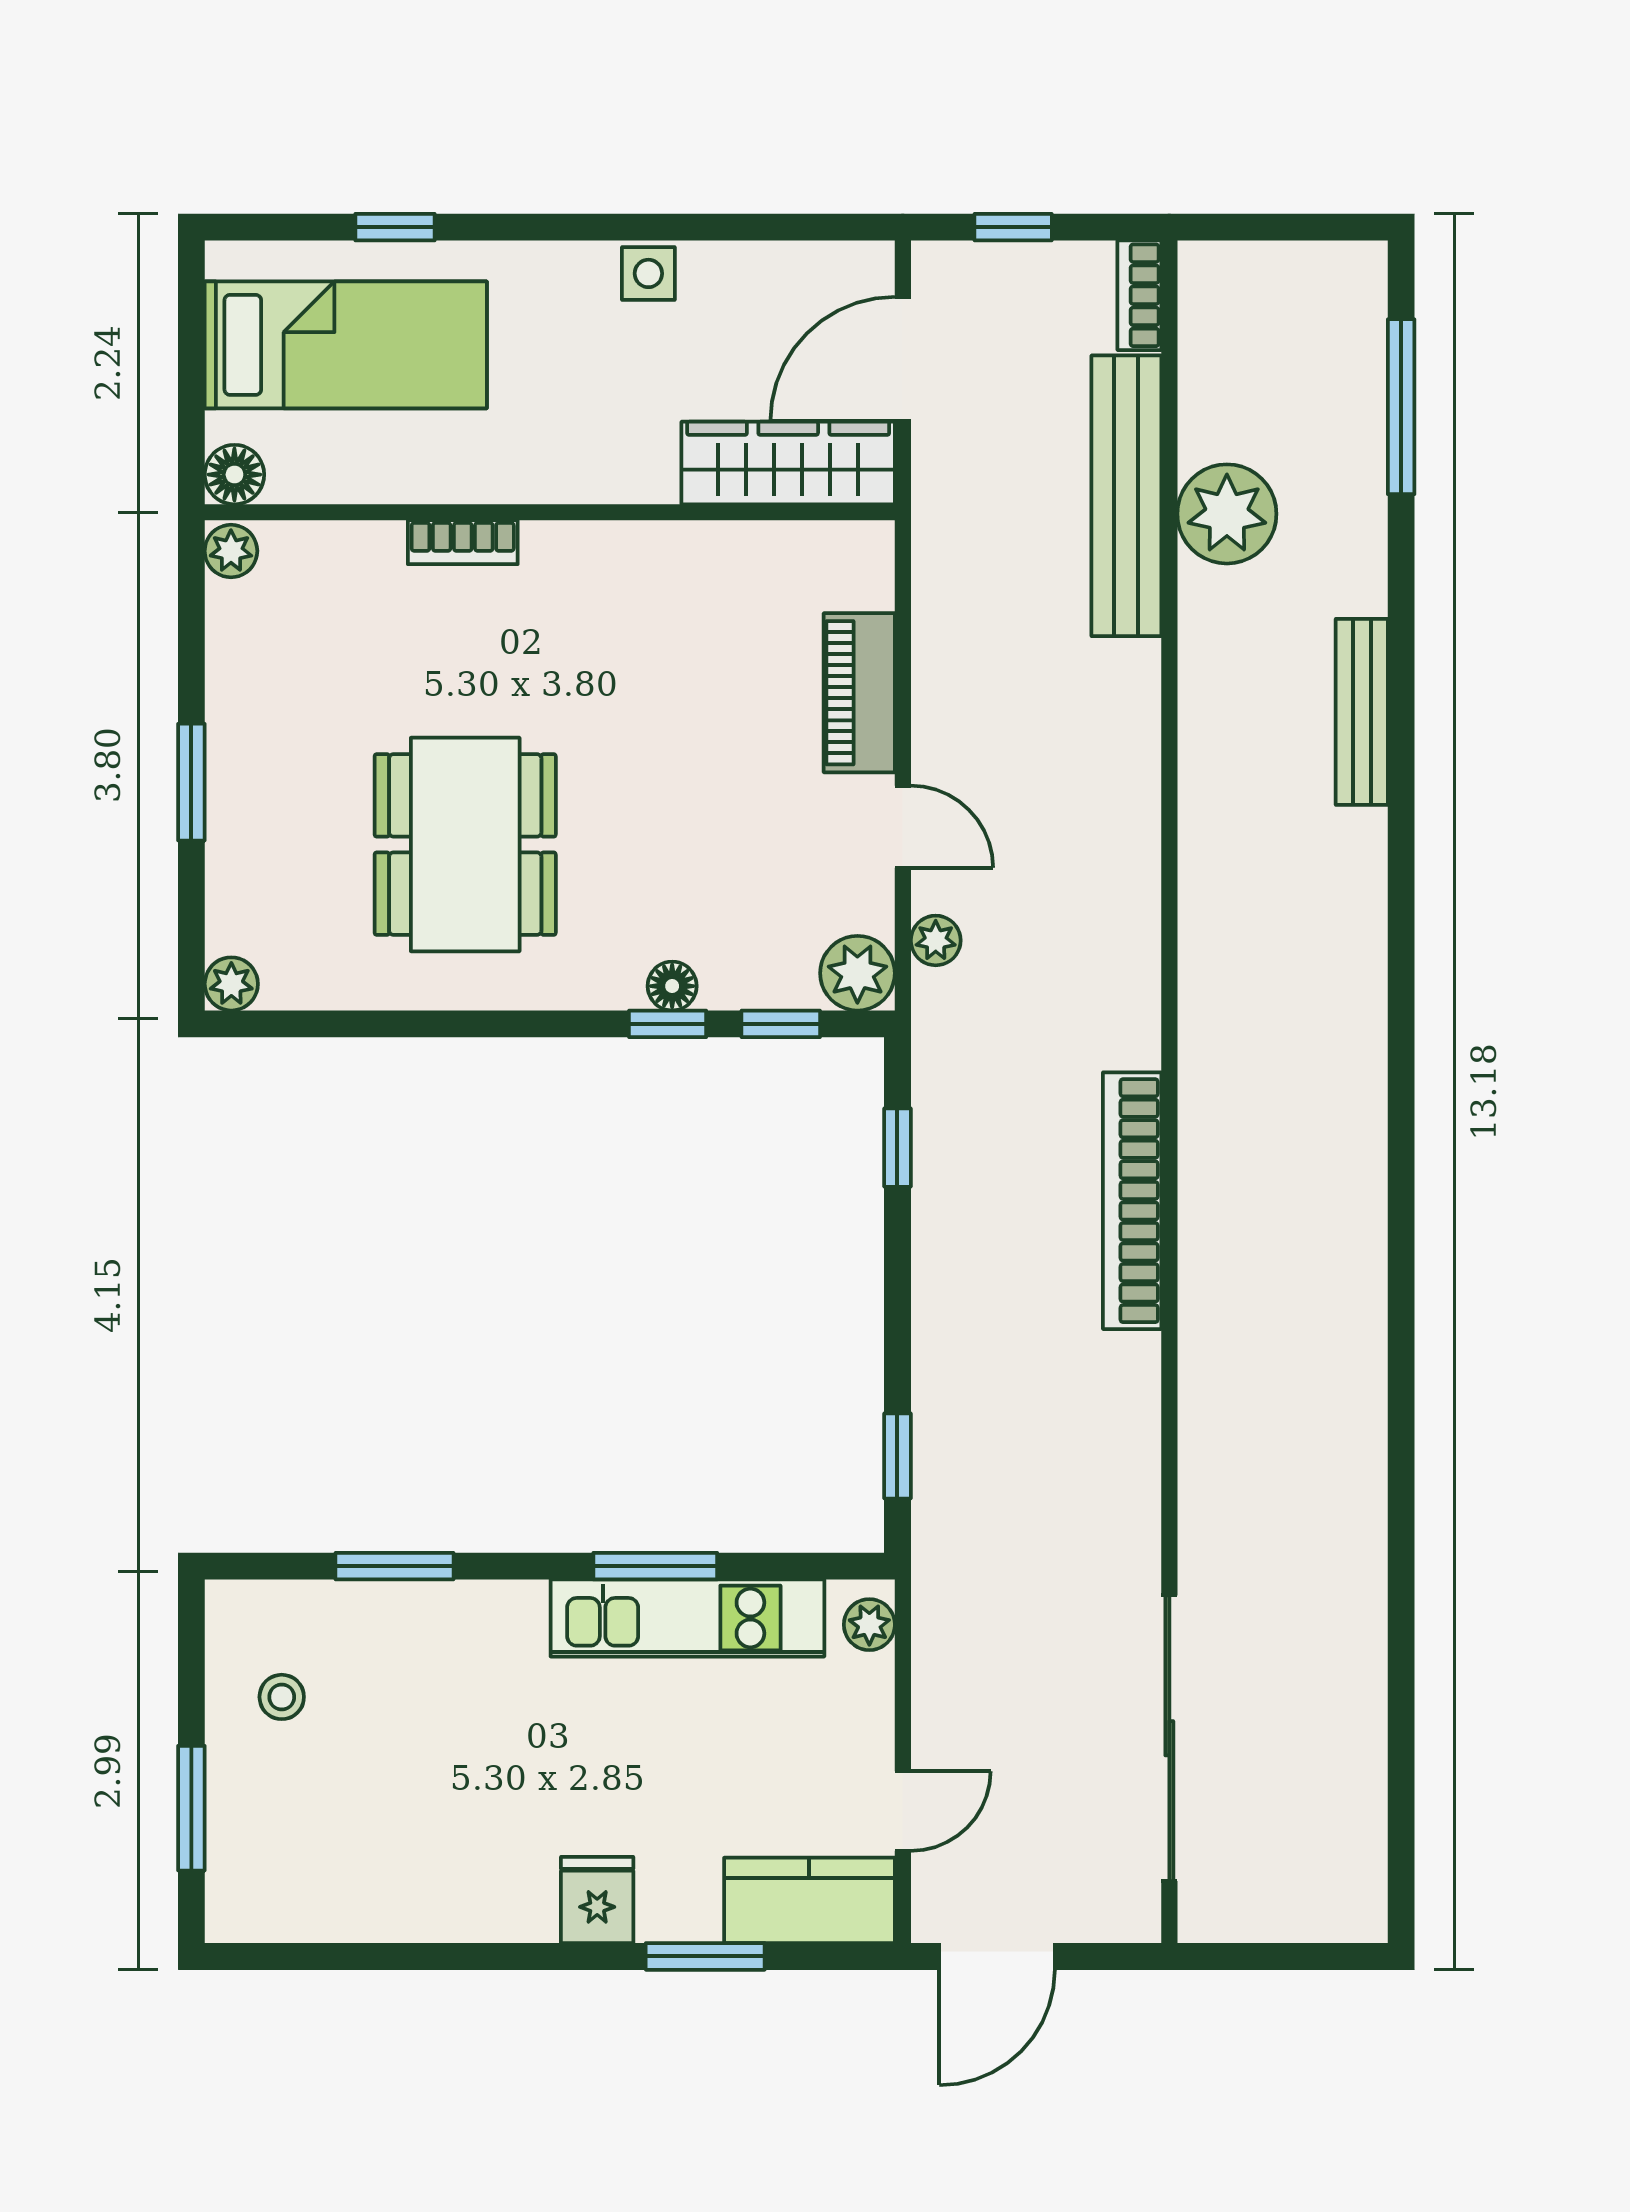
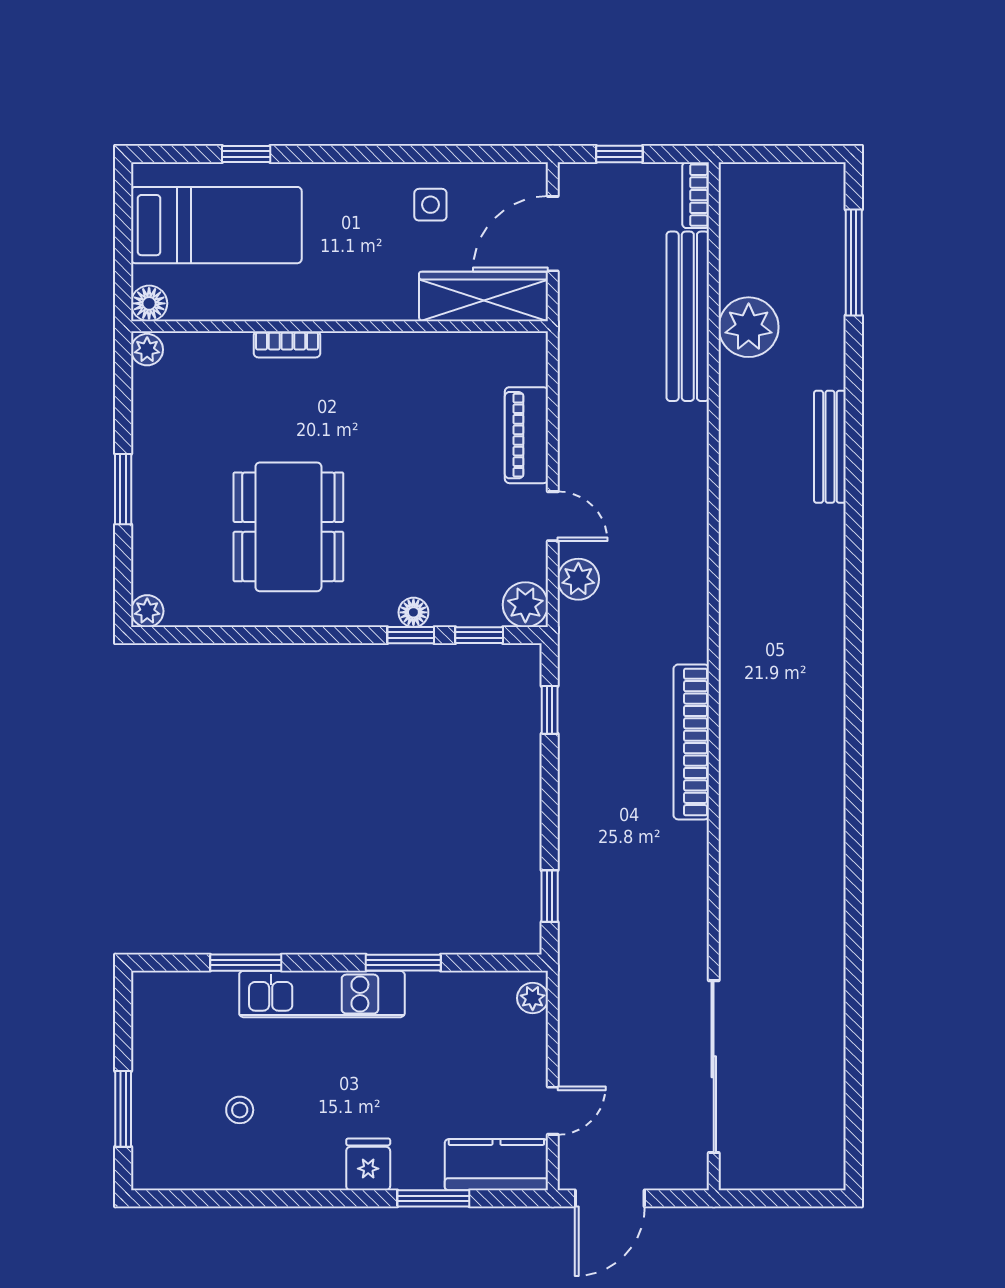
side table: (648, 273) -> (430, 205), moved
plant: (936, 940) -> (578, 579), width x1.38, depth x1.38
kitchen unit: (687, 1618) -> (322, 994), moved
stool: (282, 1697) -> (240, 1110), moved

